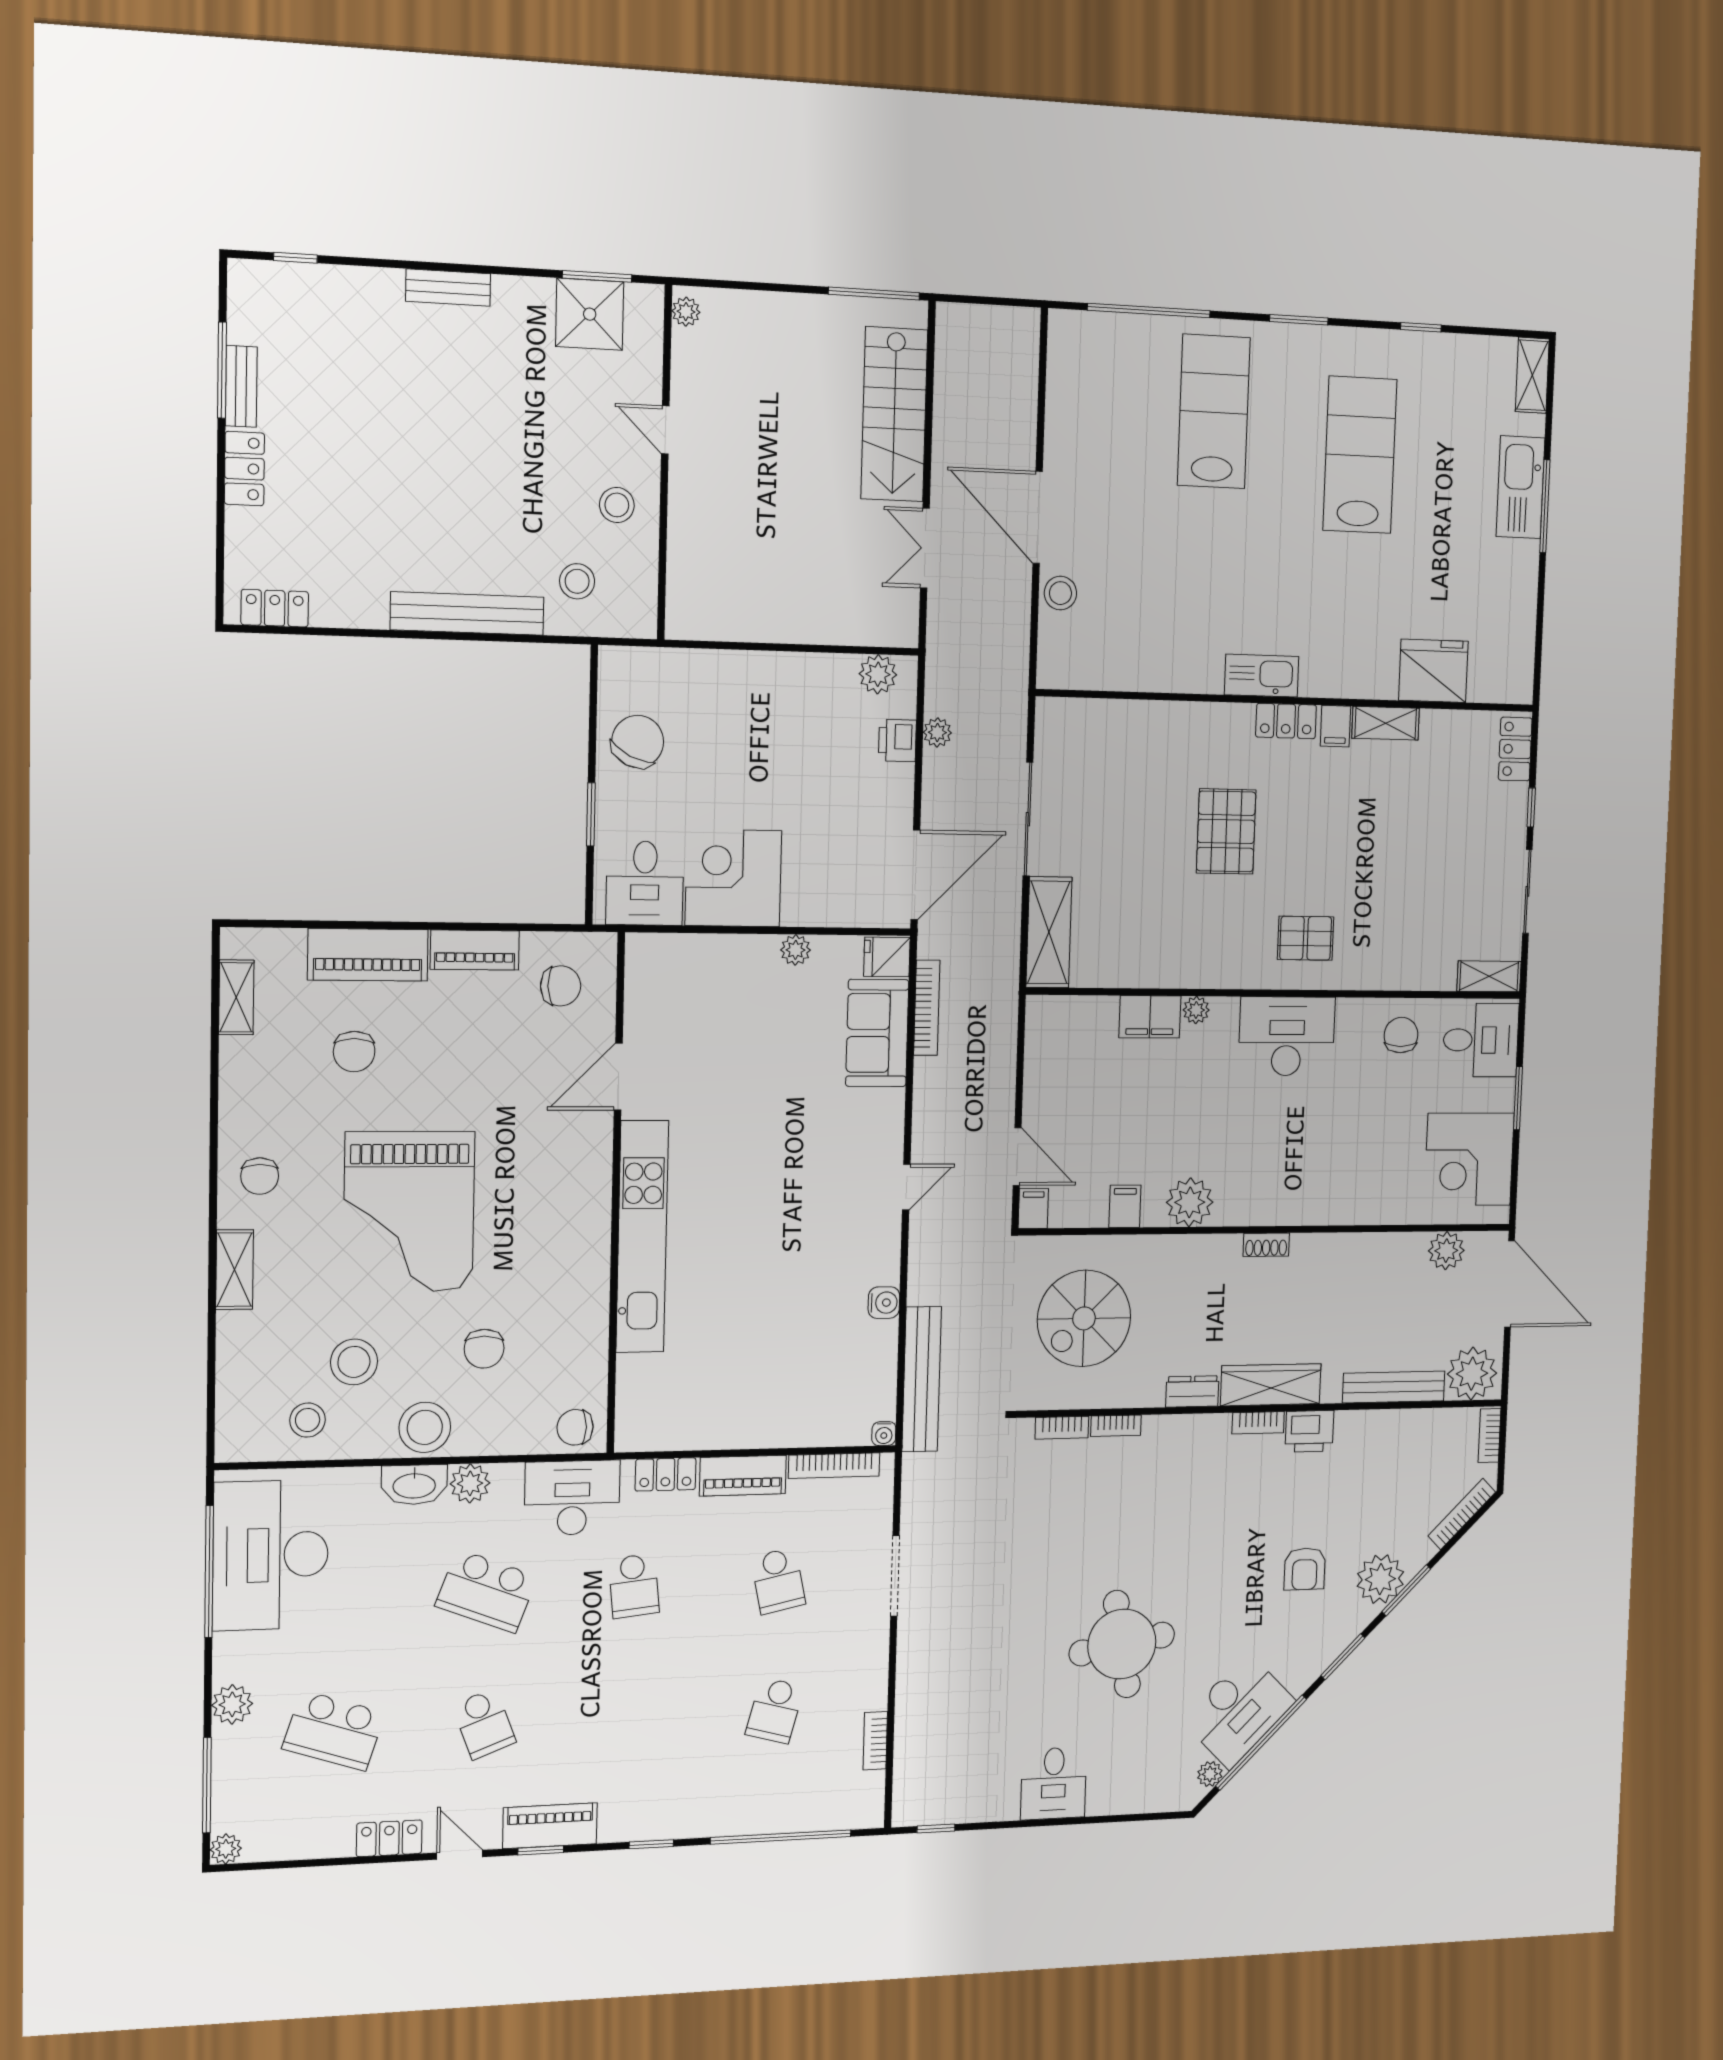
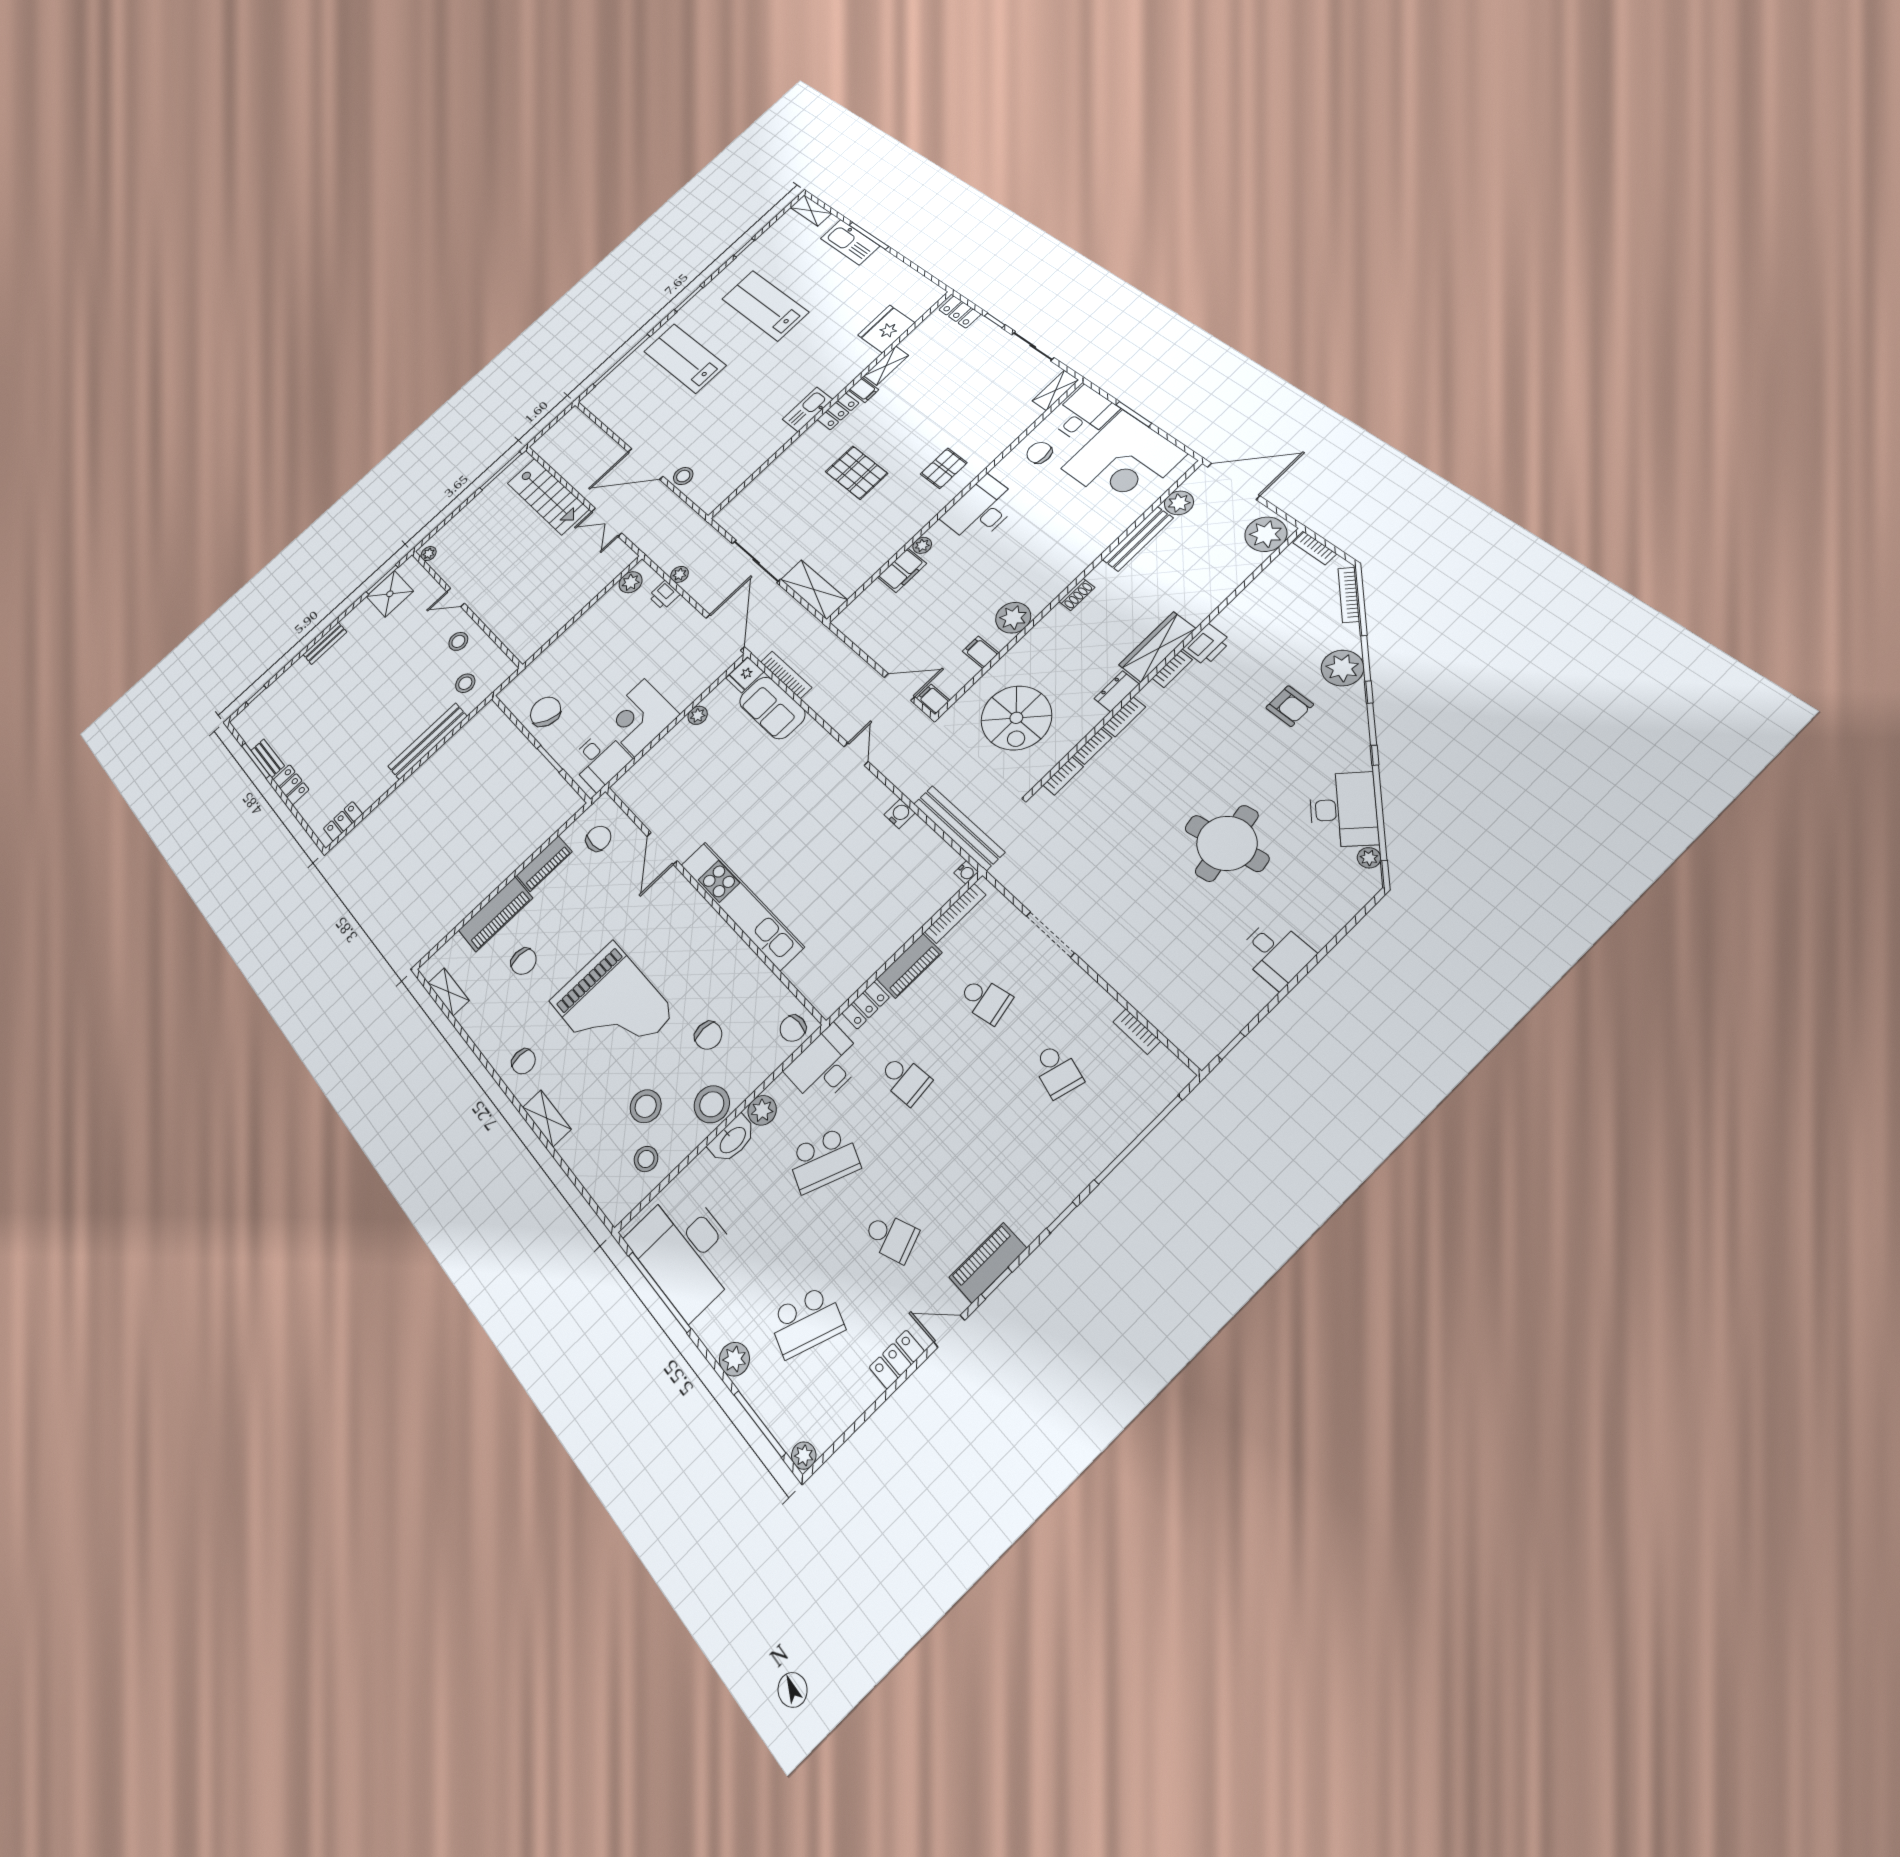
corner desk: (1469, 1159) -> (1124, 461), width x1.36, depth x1.36
bench: (1394, 1387) -> (1138, 539), moved
bookcase: (1171, 1426) -> (1124, 717), added

